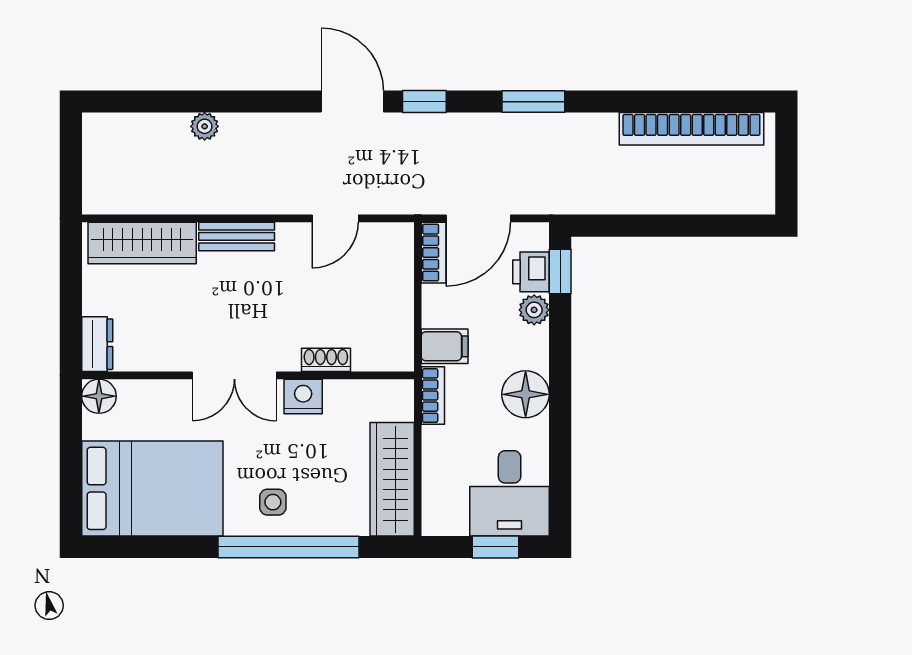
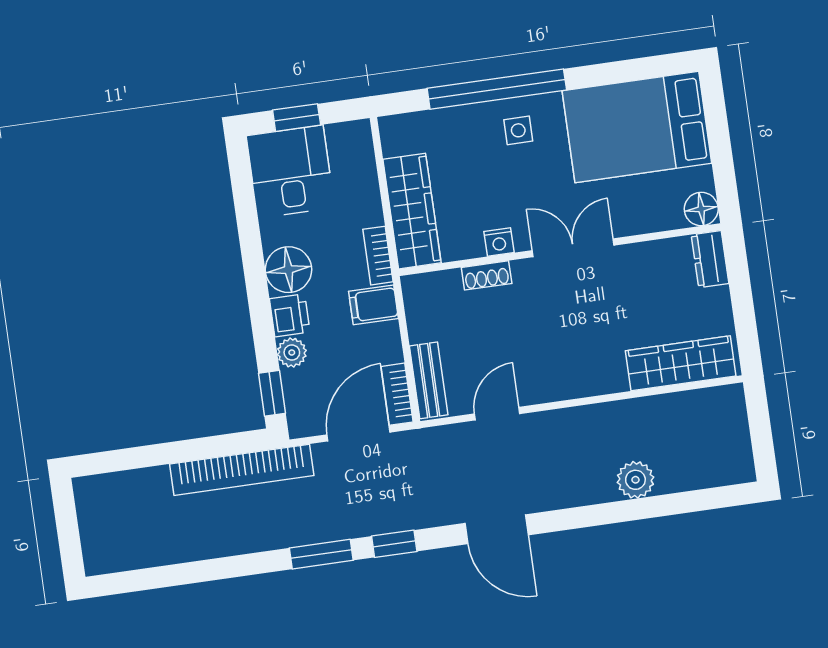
window: (424, 102) -> (394, 544), moved
plant: (205, 126) -> (635, 480), width x1.38, depth x1.38
bookcase: (691, 129) -> (242, 470), moved, turned 180
bench: (237, 236) -> (429, 380), moved, turned 90
printer: (531, 272) -> (290, 315), moved
nightstand: (303, 396) -> (499, 242), width x0.72, depth x0.74
wardrobe: (392, 479) -> (412, 211), moved

